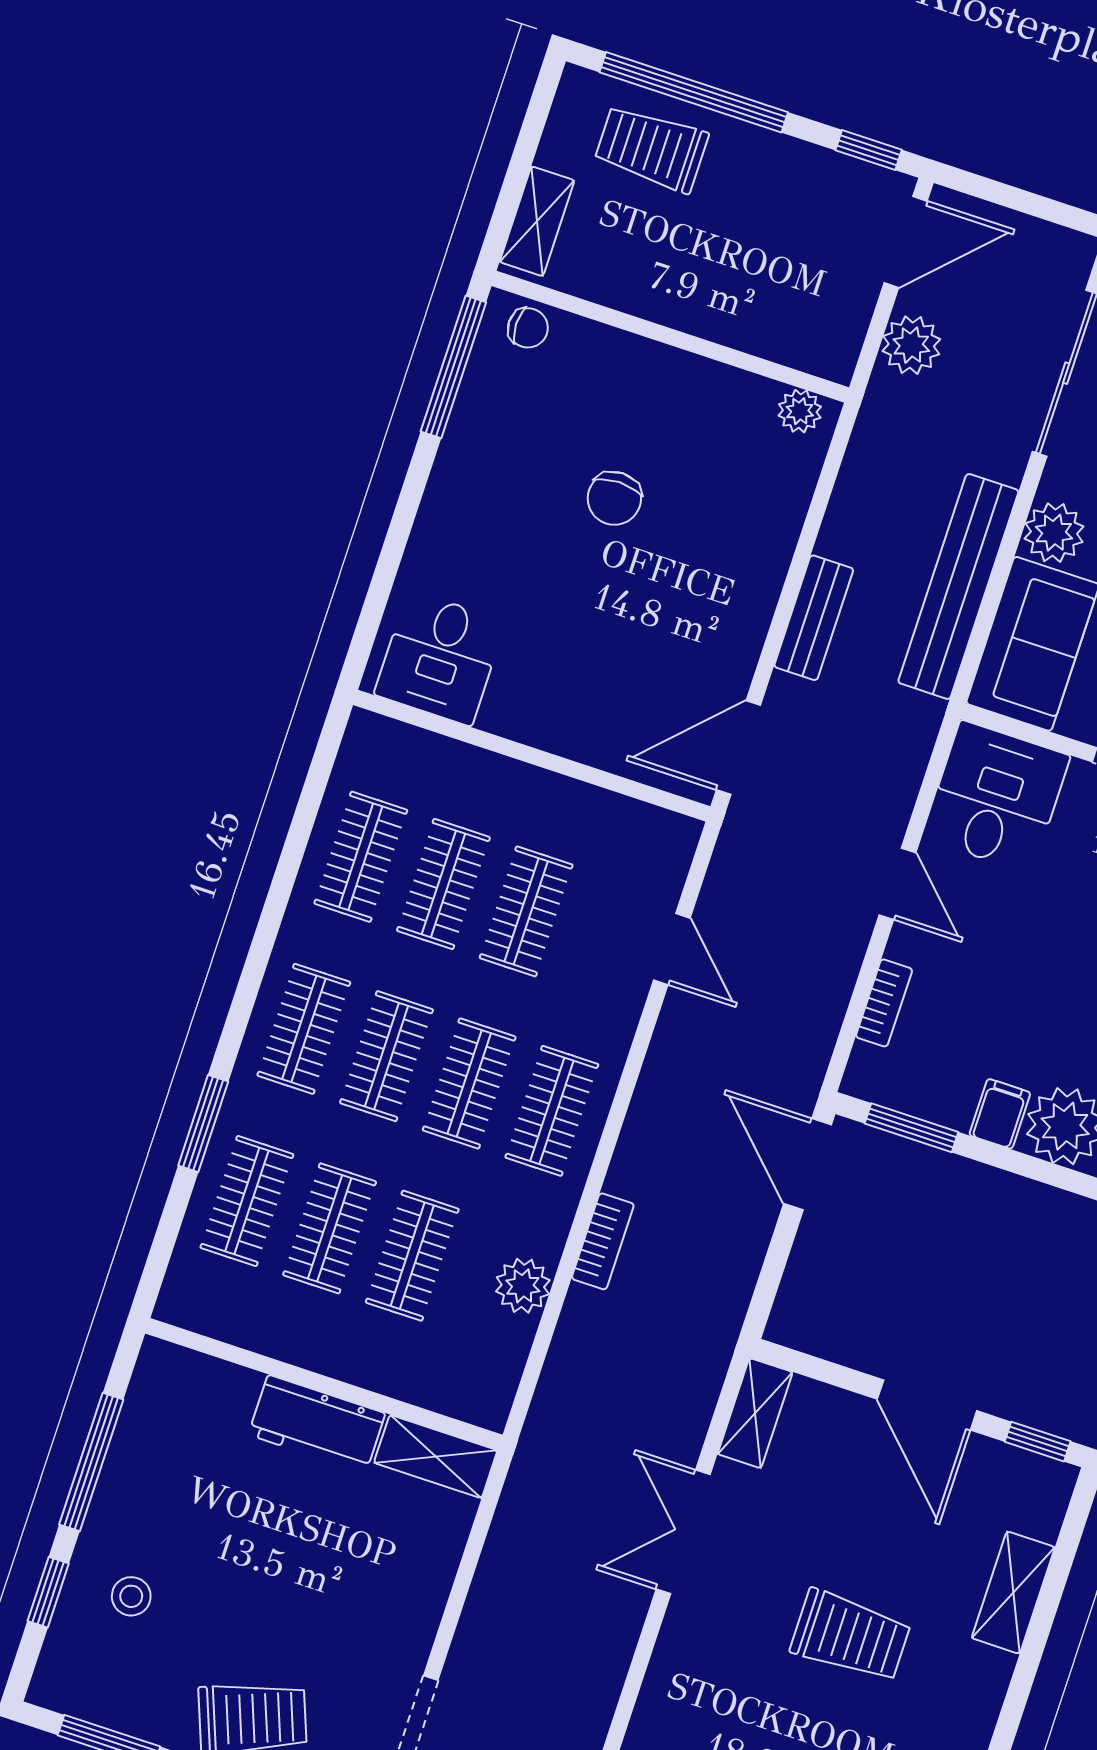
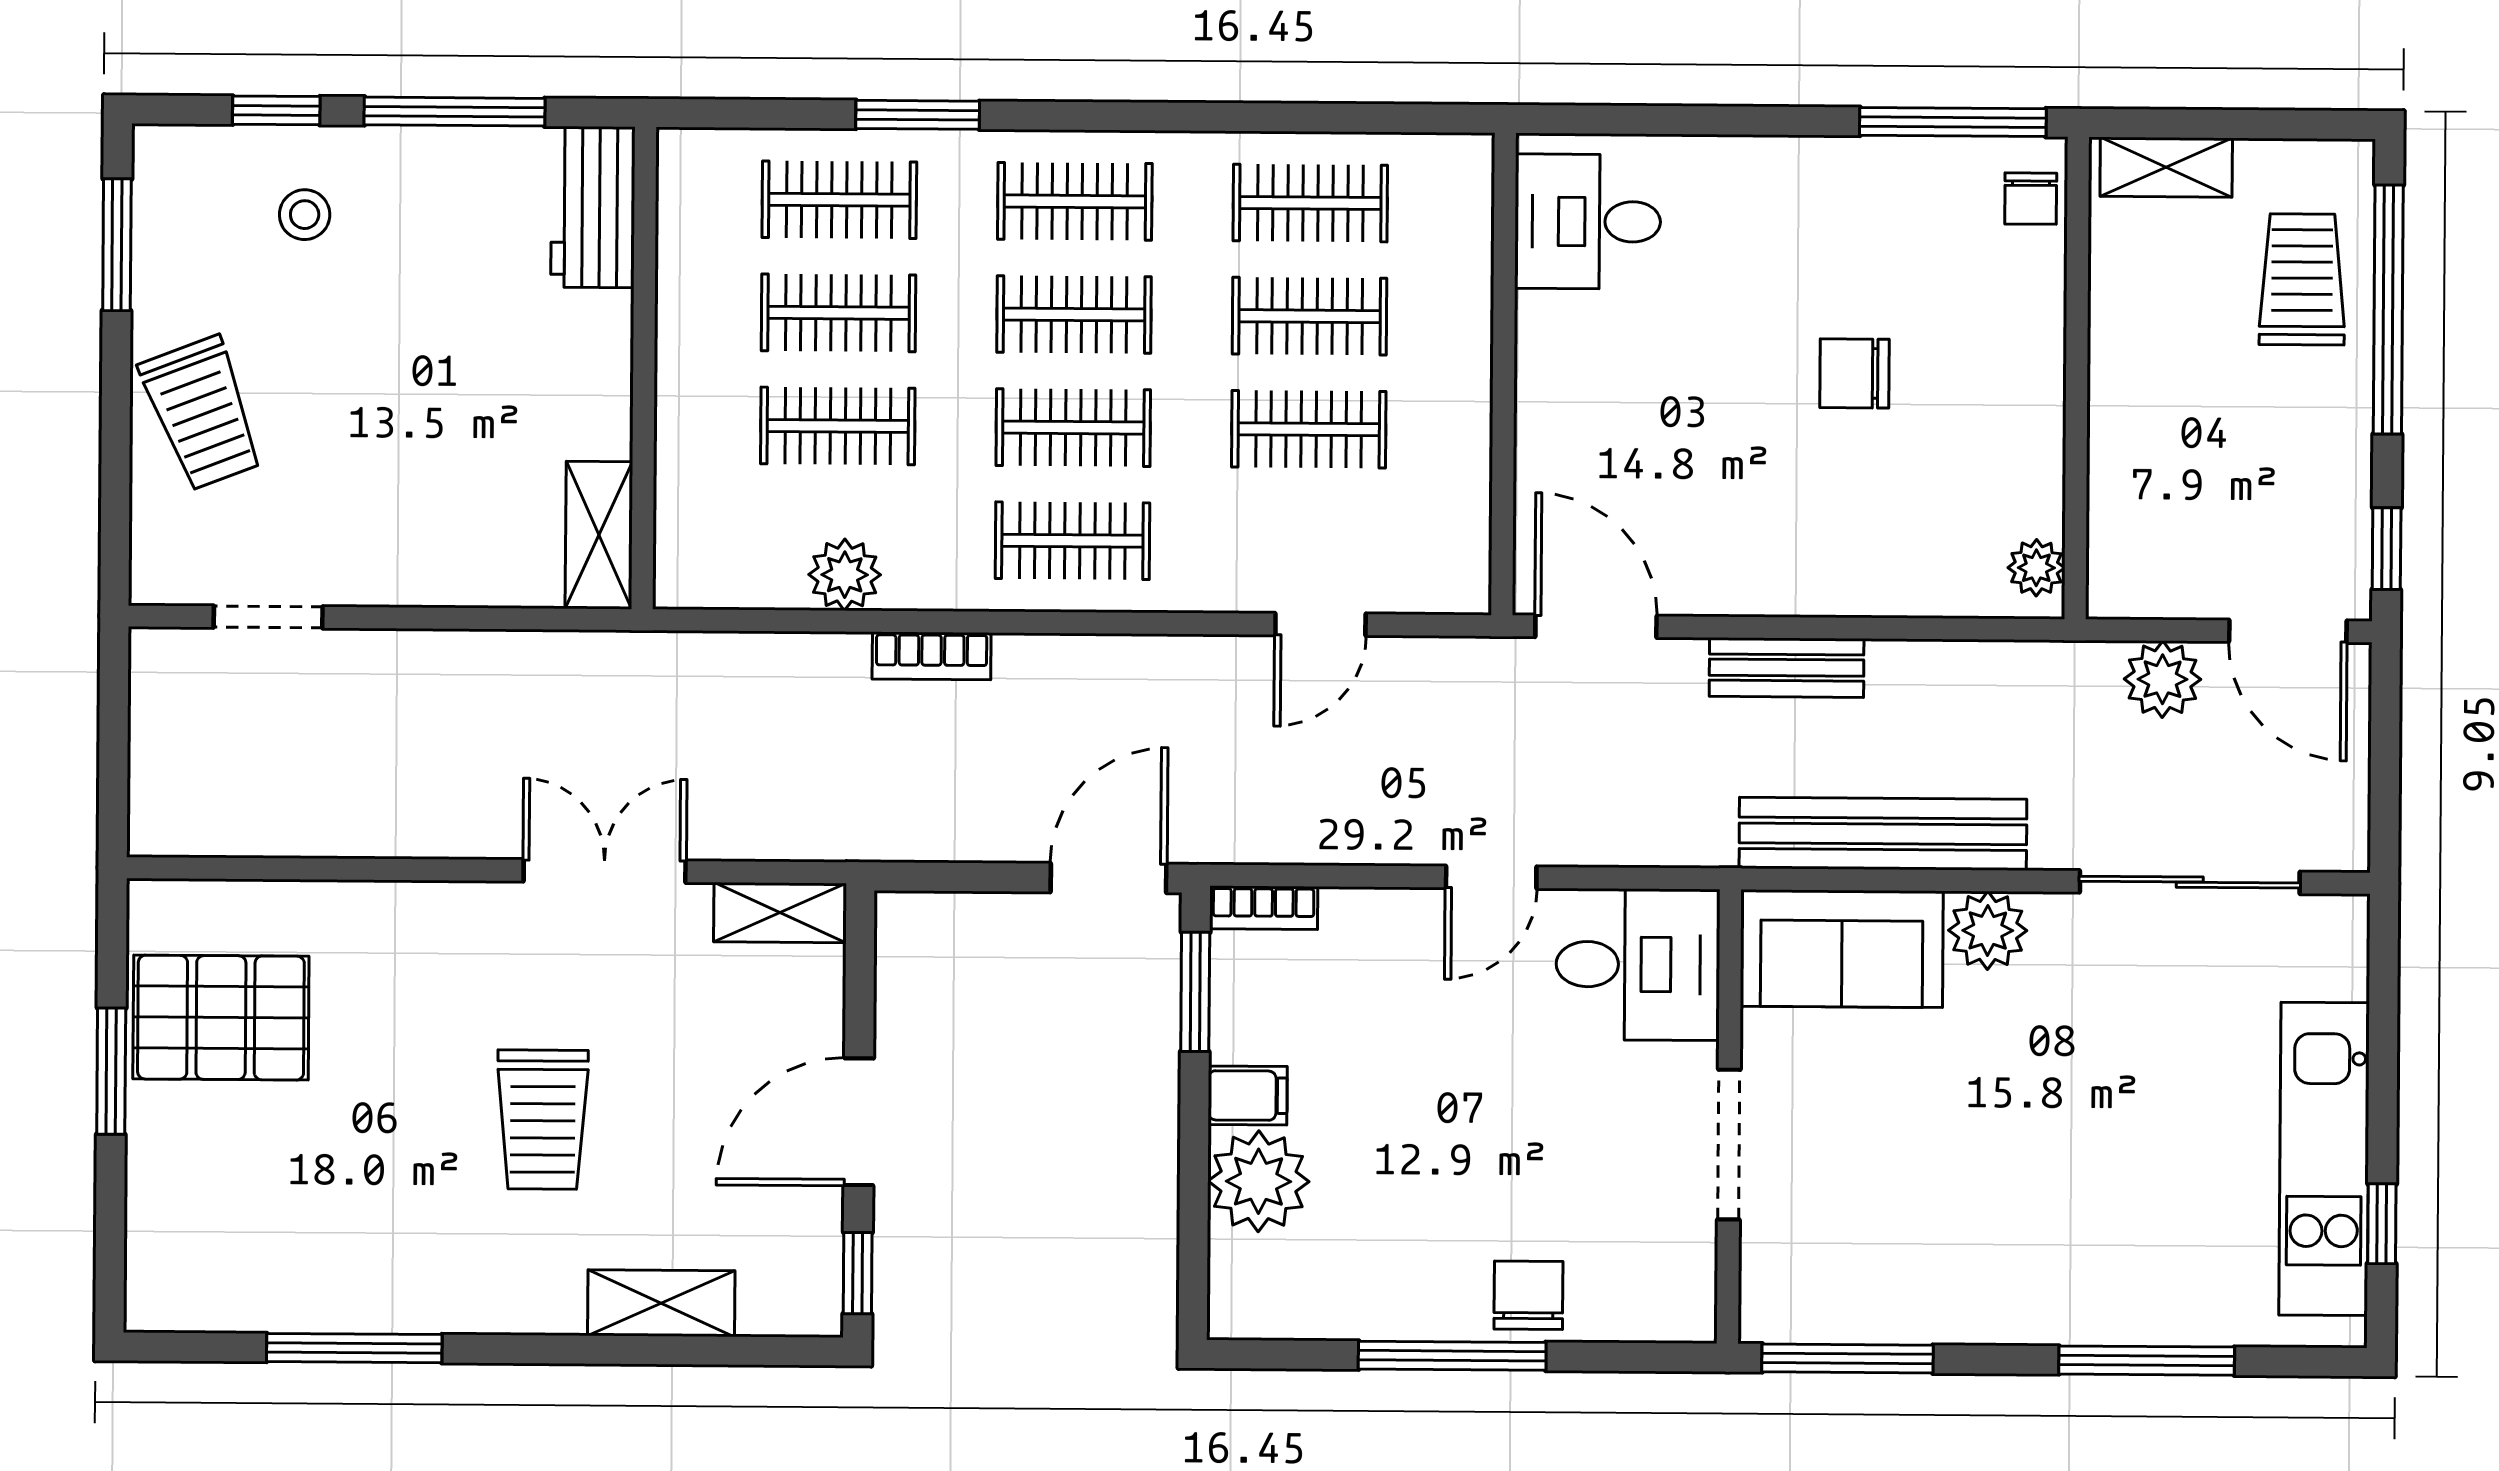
bookcase: (884, 1003) -> (1264, 908), moved
workbench: (317, 1424) -> (593, 207), moved

